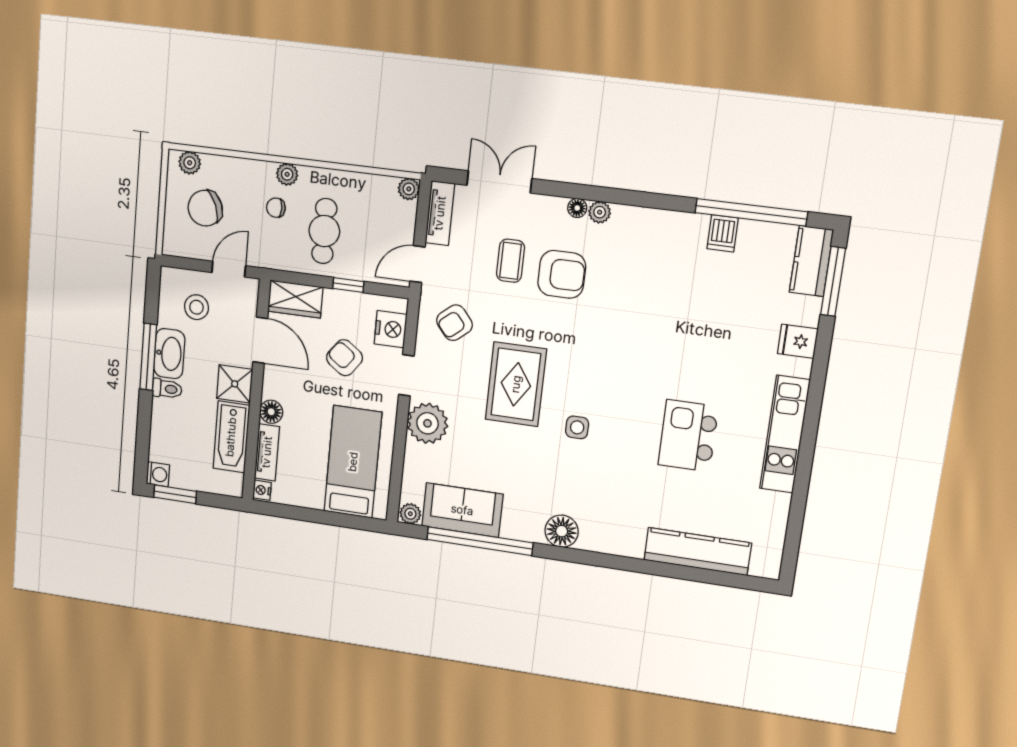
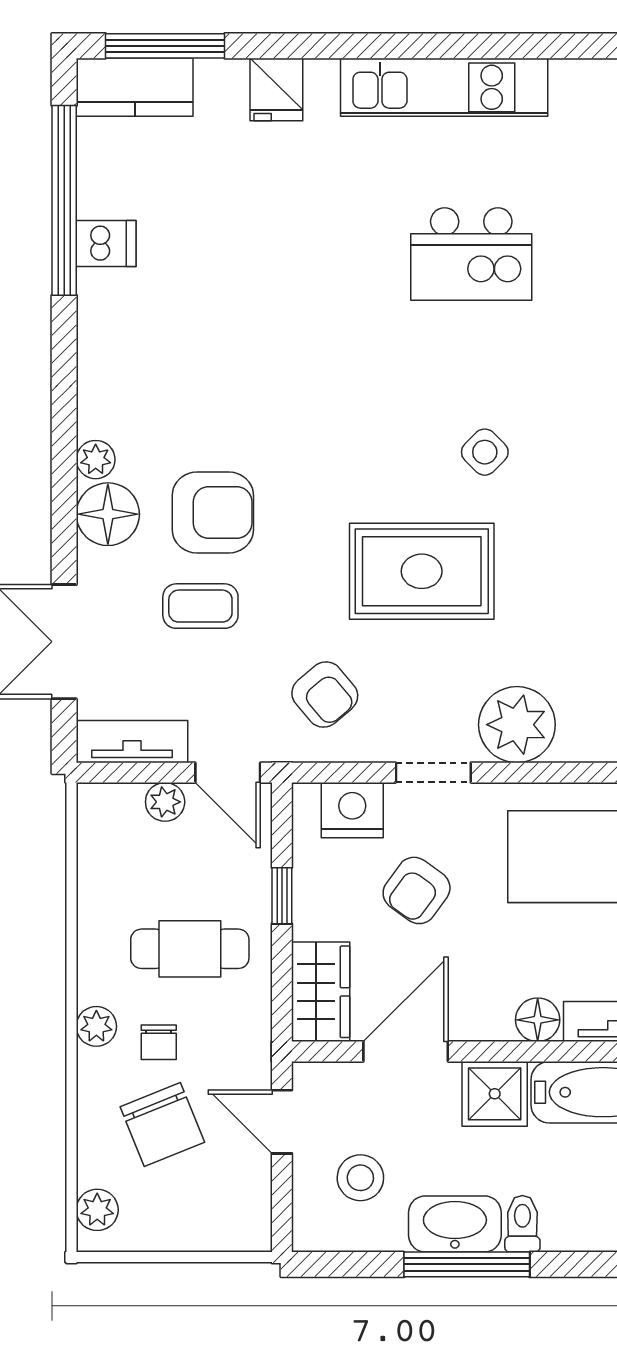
plant: (409, 189) -> (165, 802), moved
chair: (205, 208) -> (162, 1125), moved
floor lamp: (577, 208) -> (108, 514), width x1.89, depth x1.89
armchair: (562, 274) -> (213, 513), turned 90
side table: (577, 427) -> (485, 452), turned 45

